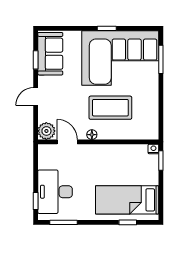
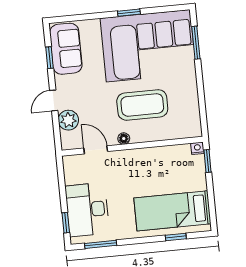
plant: (46, 131) -> (68, 120), moved

